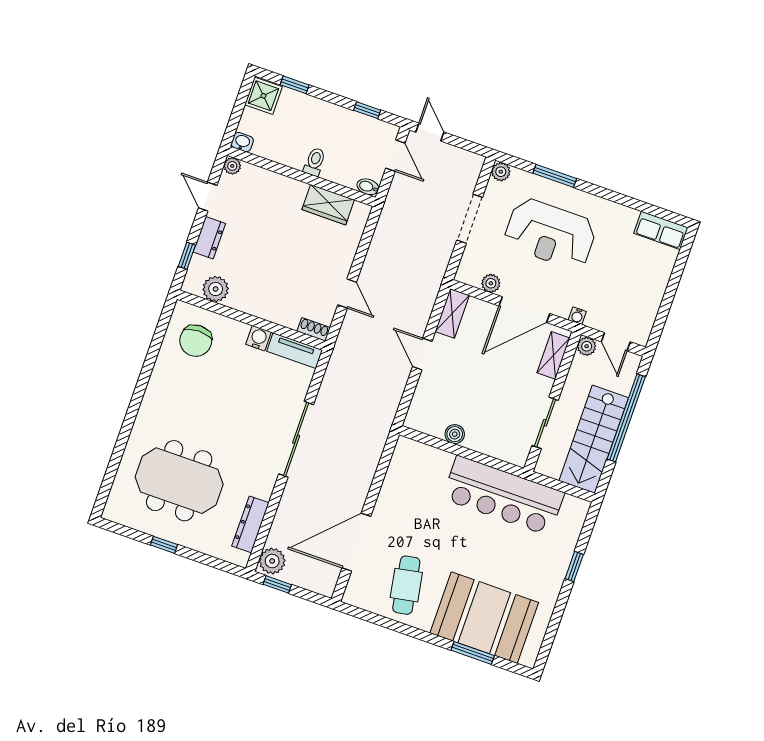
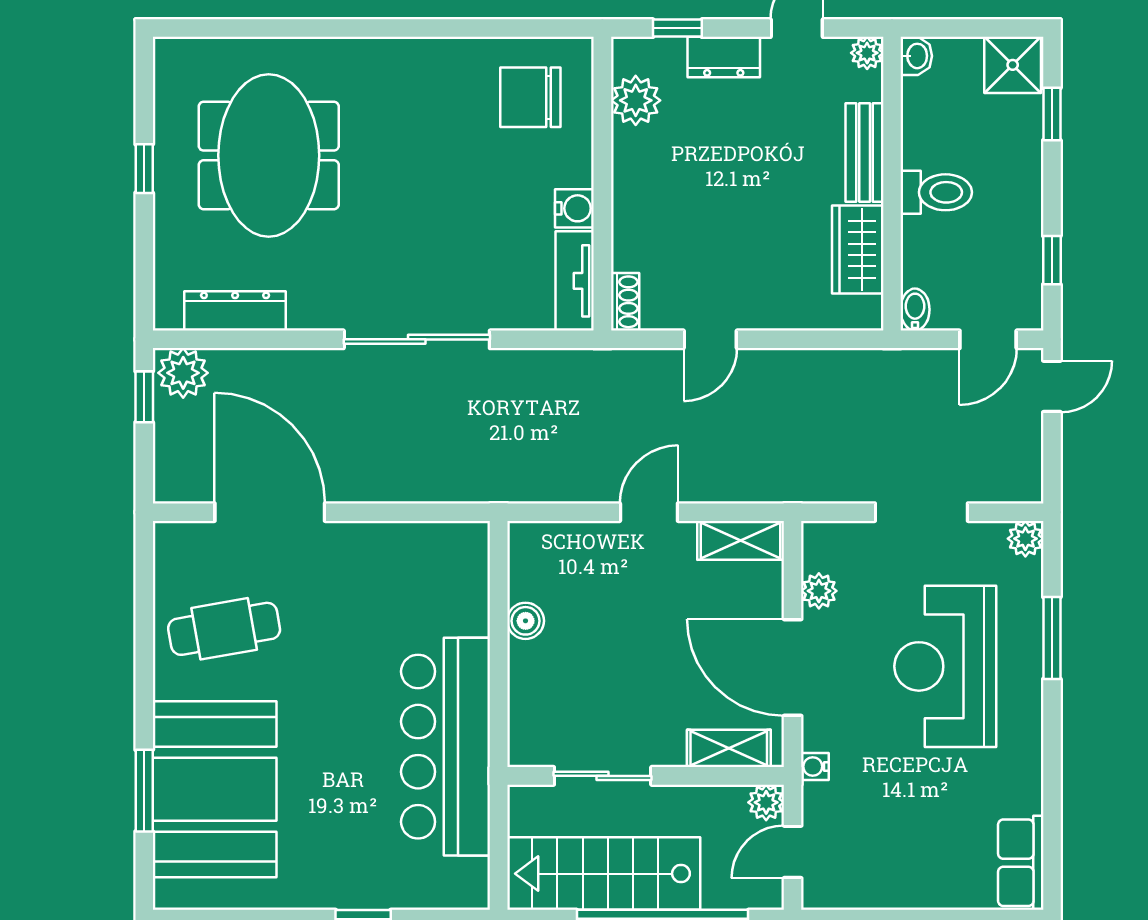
toilet: (315, 162) -> (936, 192), width x1.37, depth x1.39
bench: (281, 184) -> (865, 153), added

